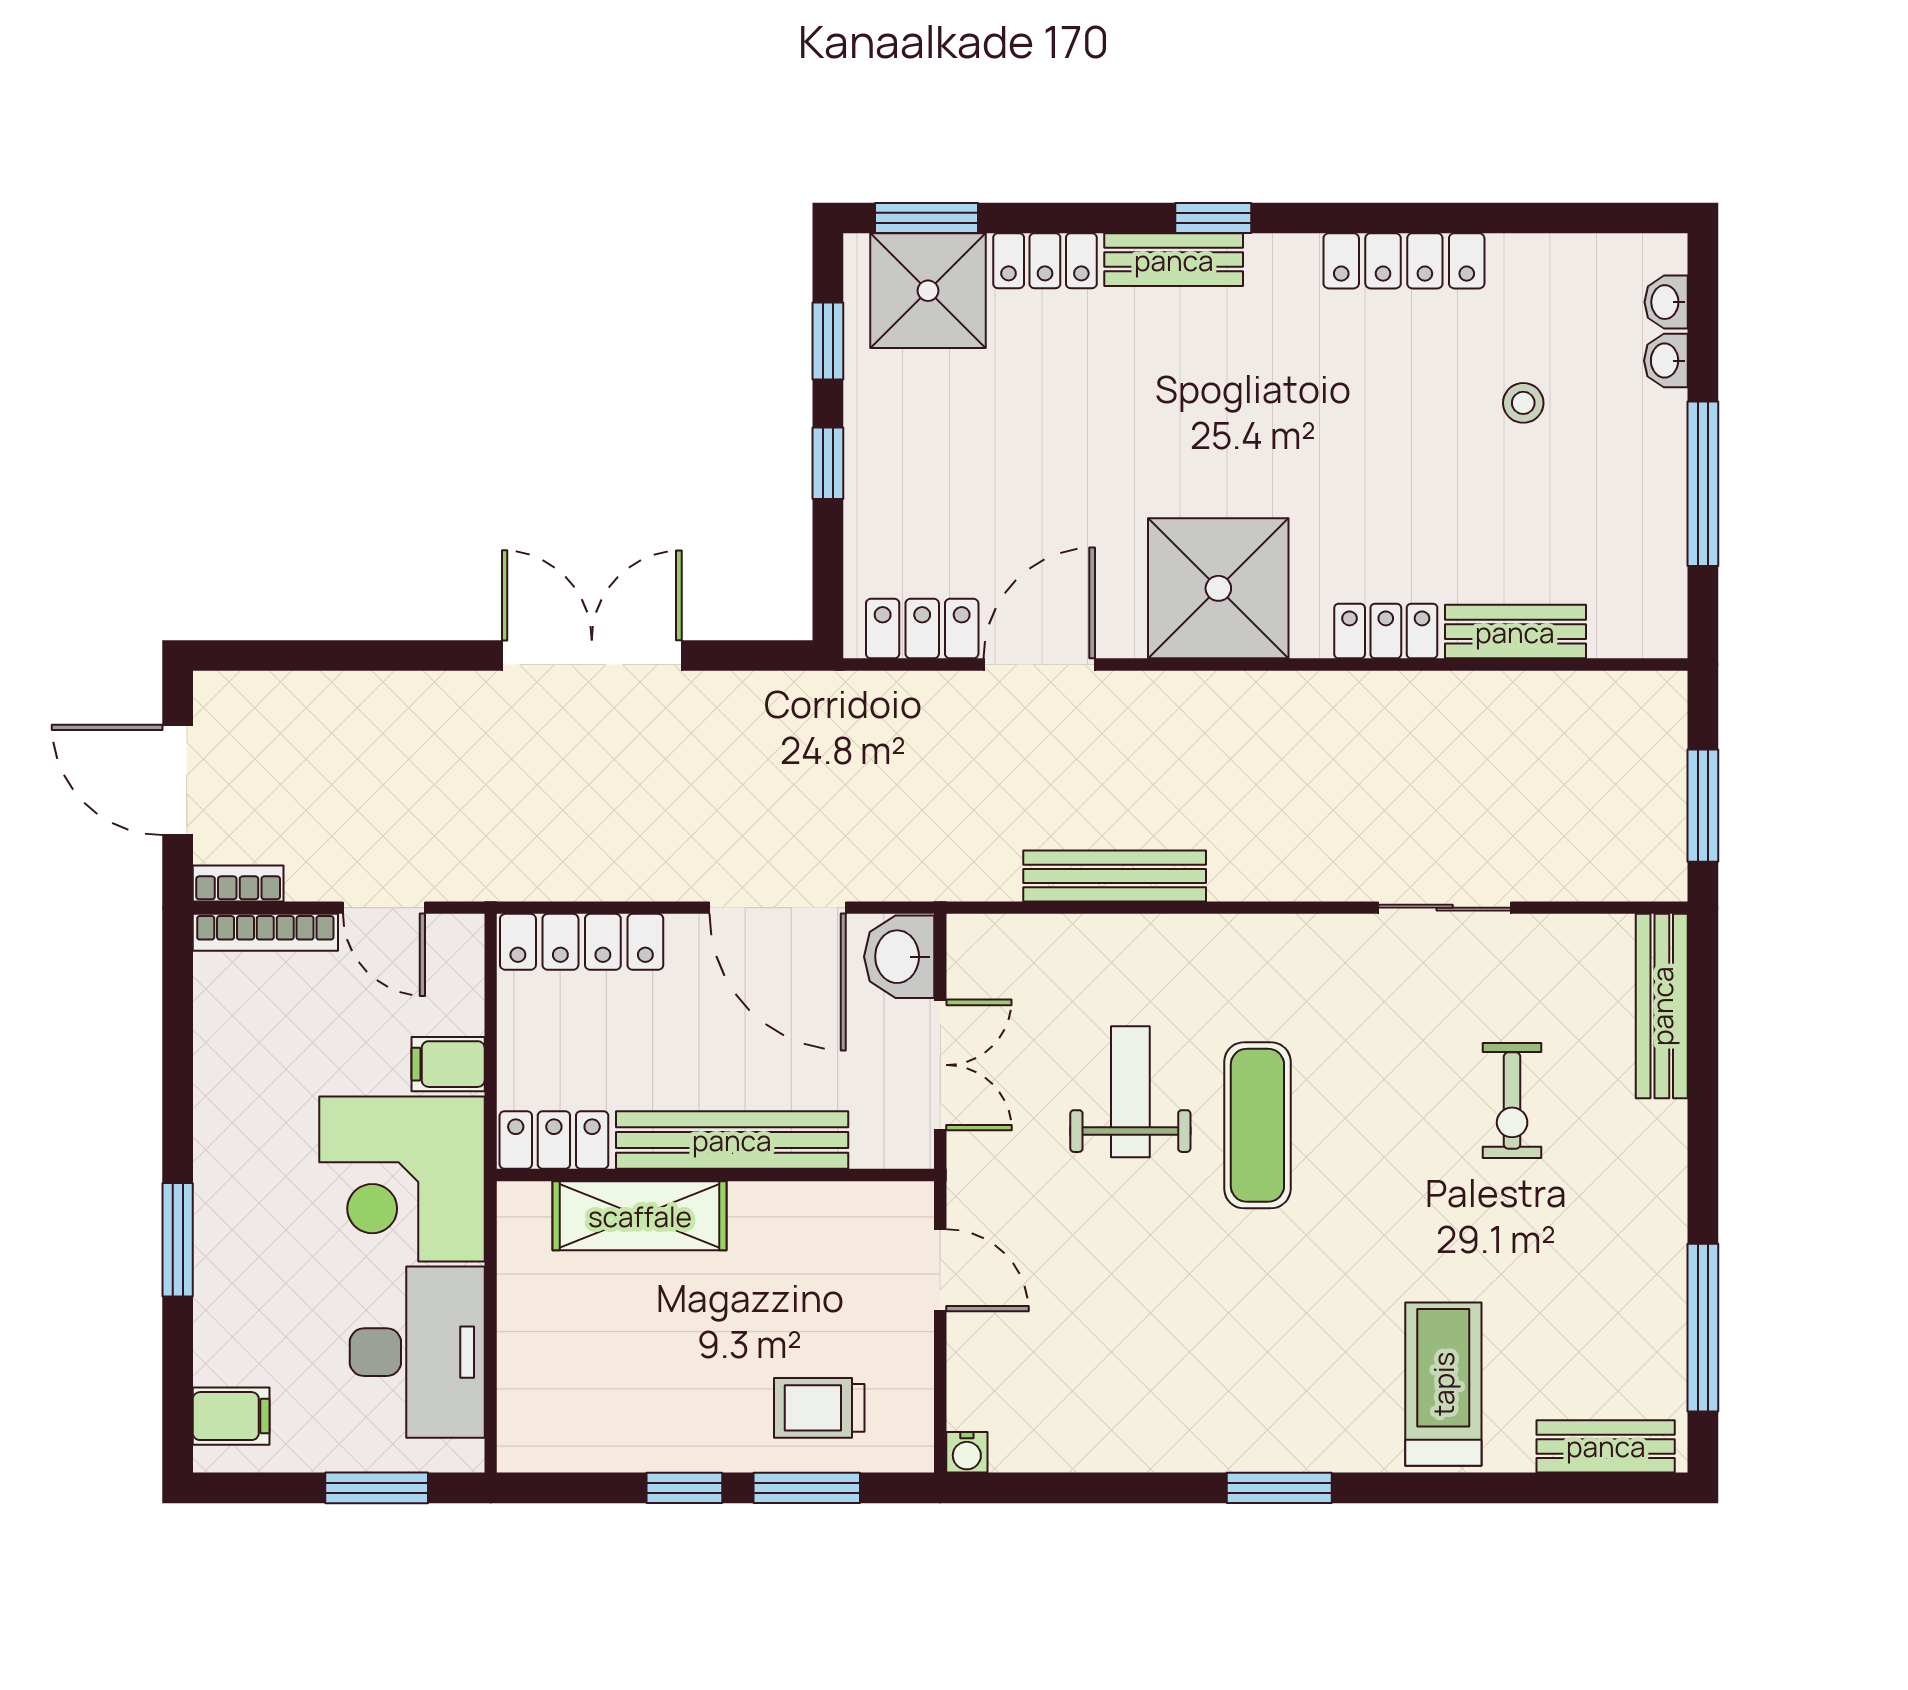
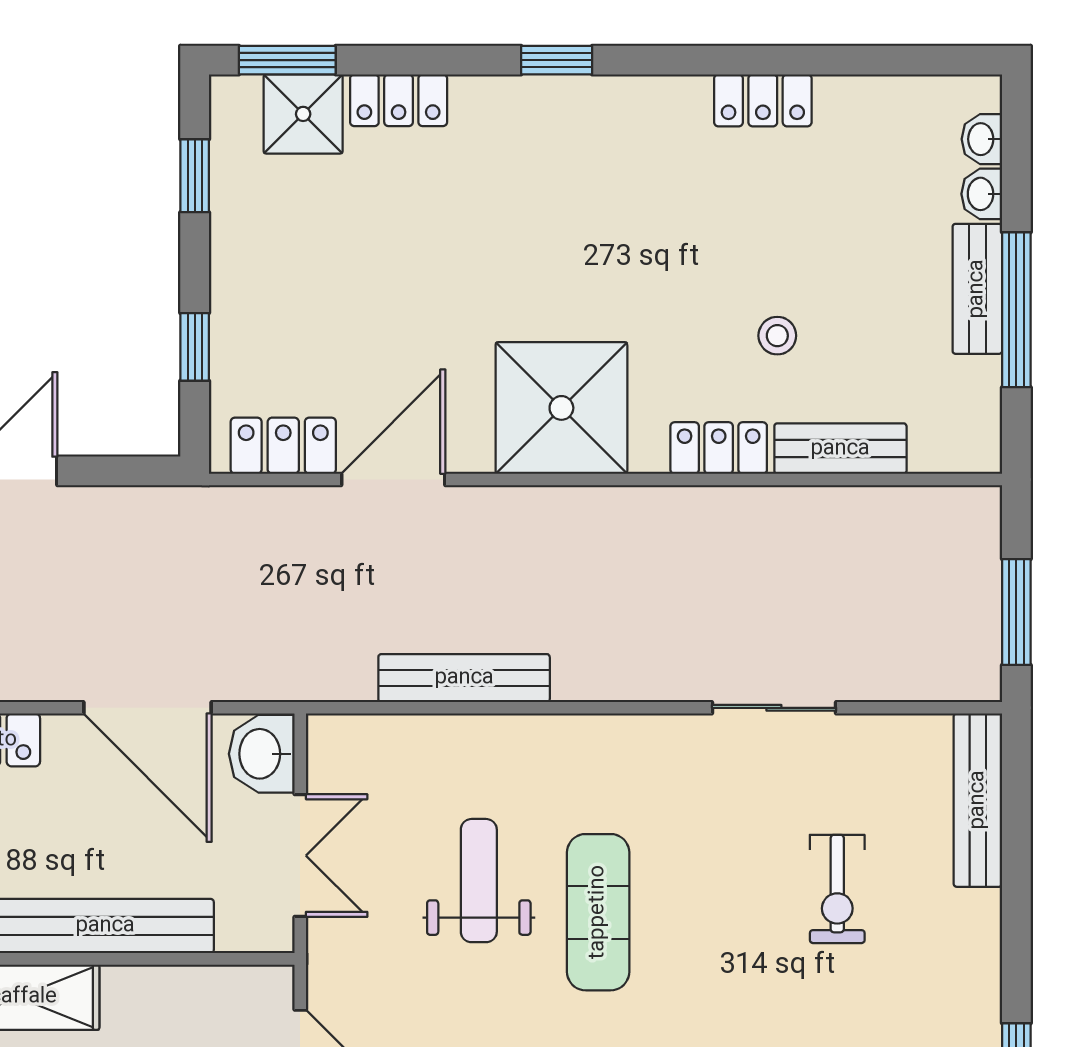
bench: (1174, 260) -> (977, 289), moved, turned 90
locker: (1404, 261) -> (763, 100), width x0.66
shower: (928, 291) -> (303, 114), width x0.73, depth x0.73
stool: (1523, 403) -> (777, 336), moved
window: (828, 463) -> (195, 347), moved

